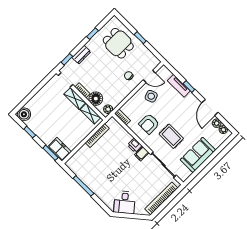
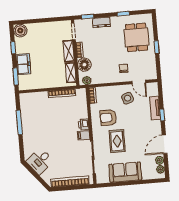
freezer: (59, 149) -> (23, 64), moved

